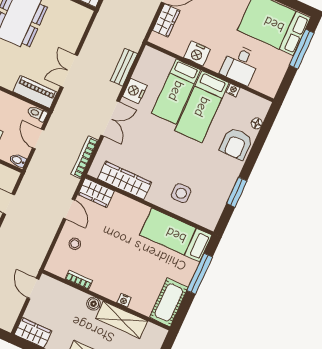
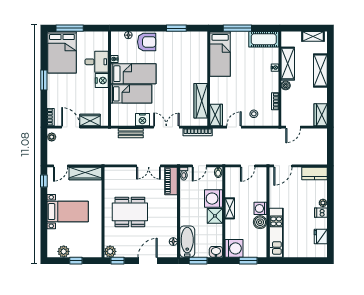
nightstand: (197, 54) -> (102, 81), moved
side table: (181, 193) -> (193, 62), removed

